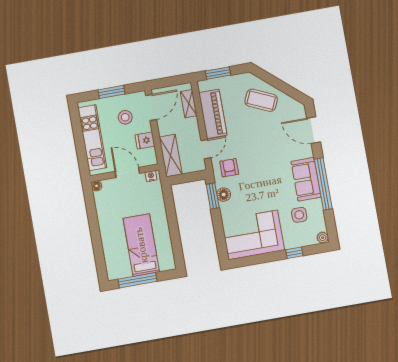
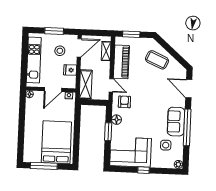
door: (206, 149) -> (111, 85), hinge flipped
door: (127, 172) -> (53, 90), swing flipped
window: (213, 196) -> (108, 132), moved
bed: (141, 245) -> (56, 142), width x1.50
window: (294, 253) -> (144, 170), moved

